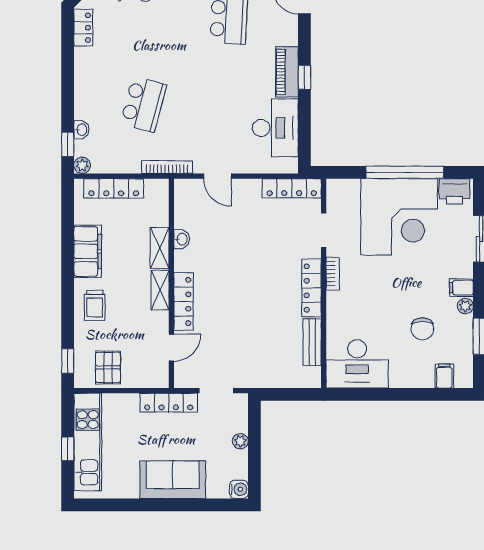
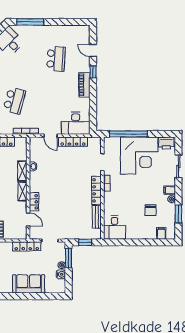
window: (304, 77) -> (93, 72), moved
desk: (275, 128) -> (76, 123), moved, turned 90
window: (405, 172) -> (128, 134), moved
locker: (292, 188) -> (73, 142), moved
locker: (184, 302) -> (34, 202), width x0.66
door: (171, 348) -> (28, 219), hinge flipped
desk: (357, 364) -> (115, 227), width x0.73
window: (288, 394) -> (85, 242), added
window: (254, 427) -> (69, 258), added
water cooler: (239, 489) -> (61, 274), moved

